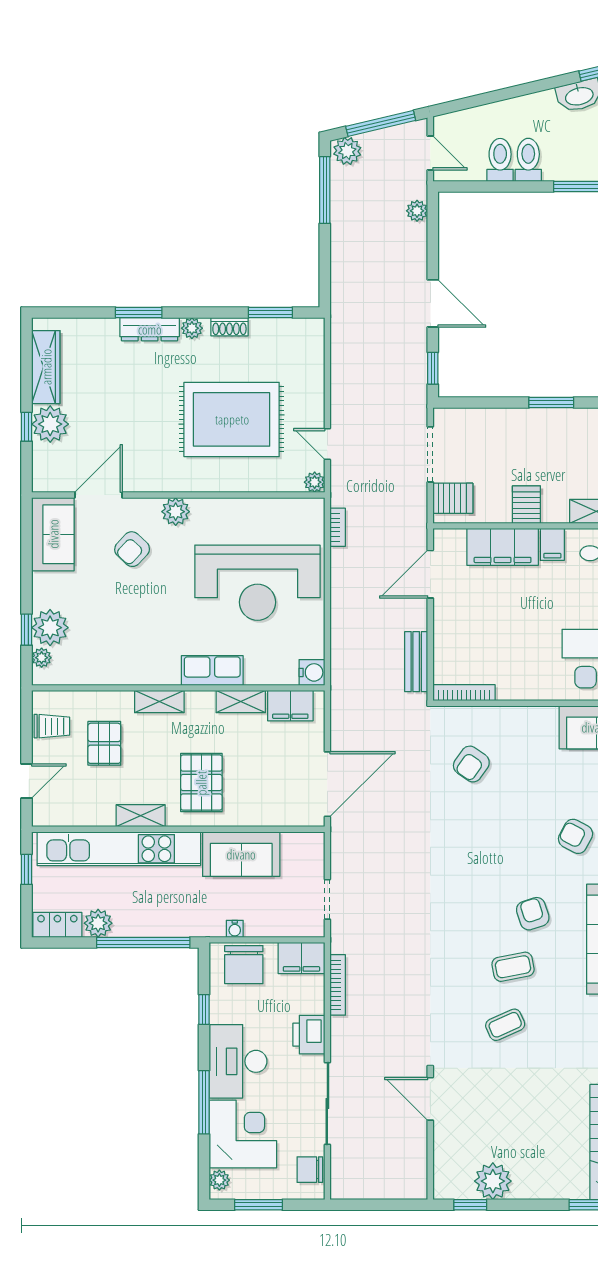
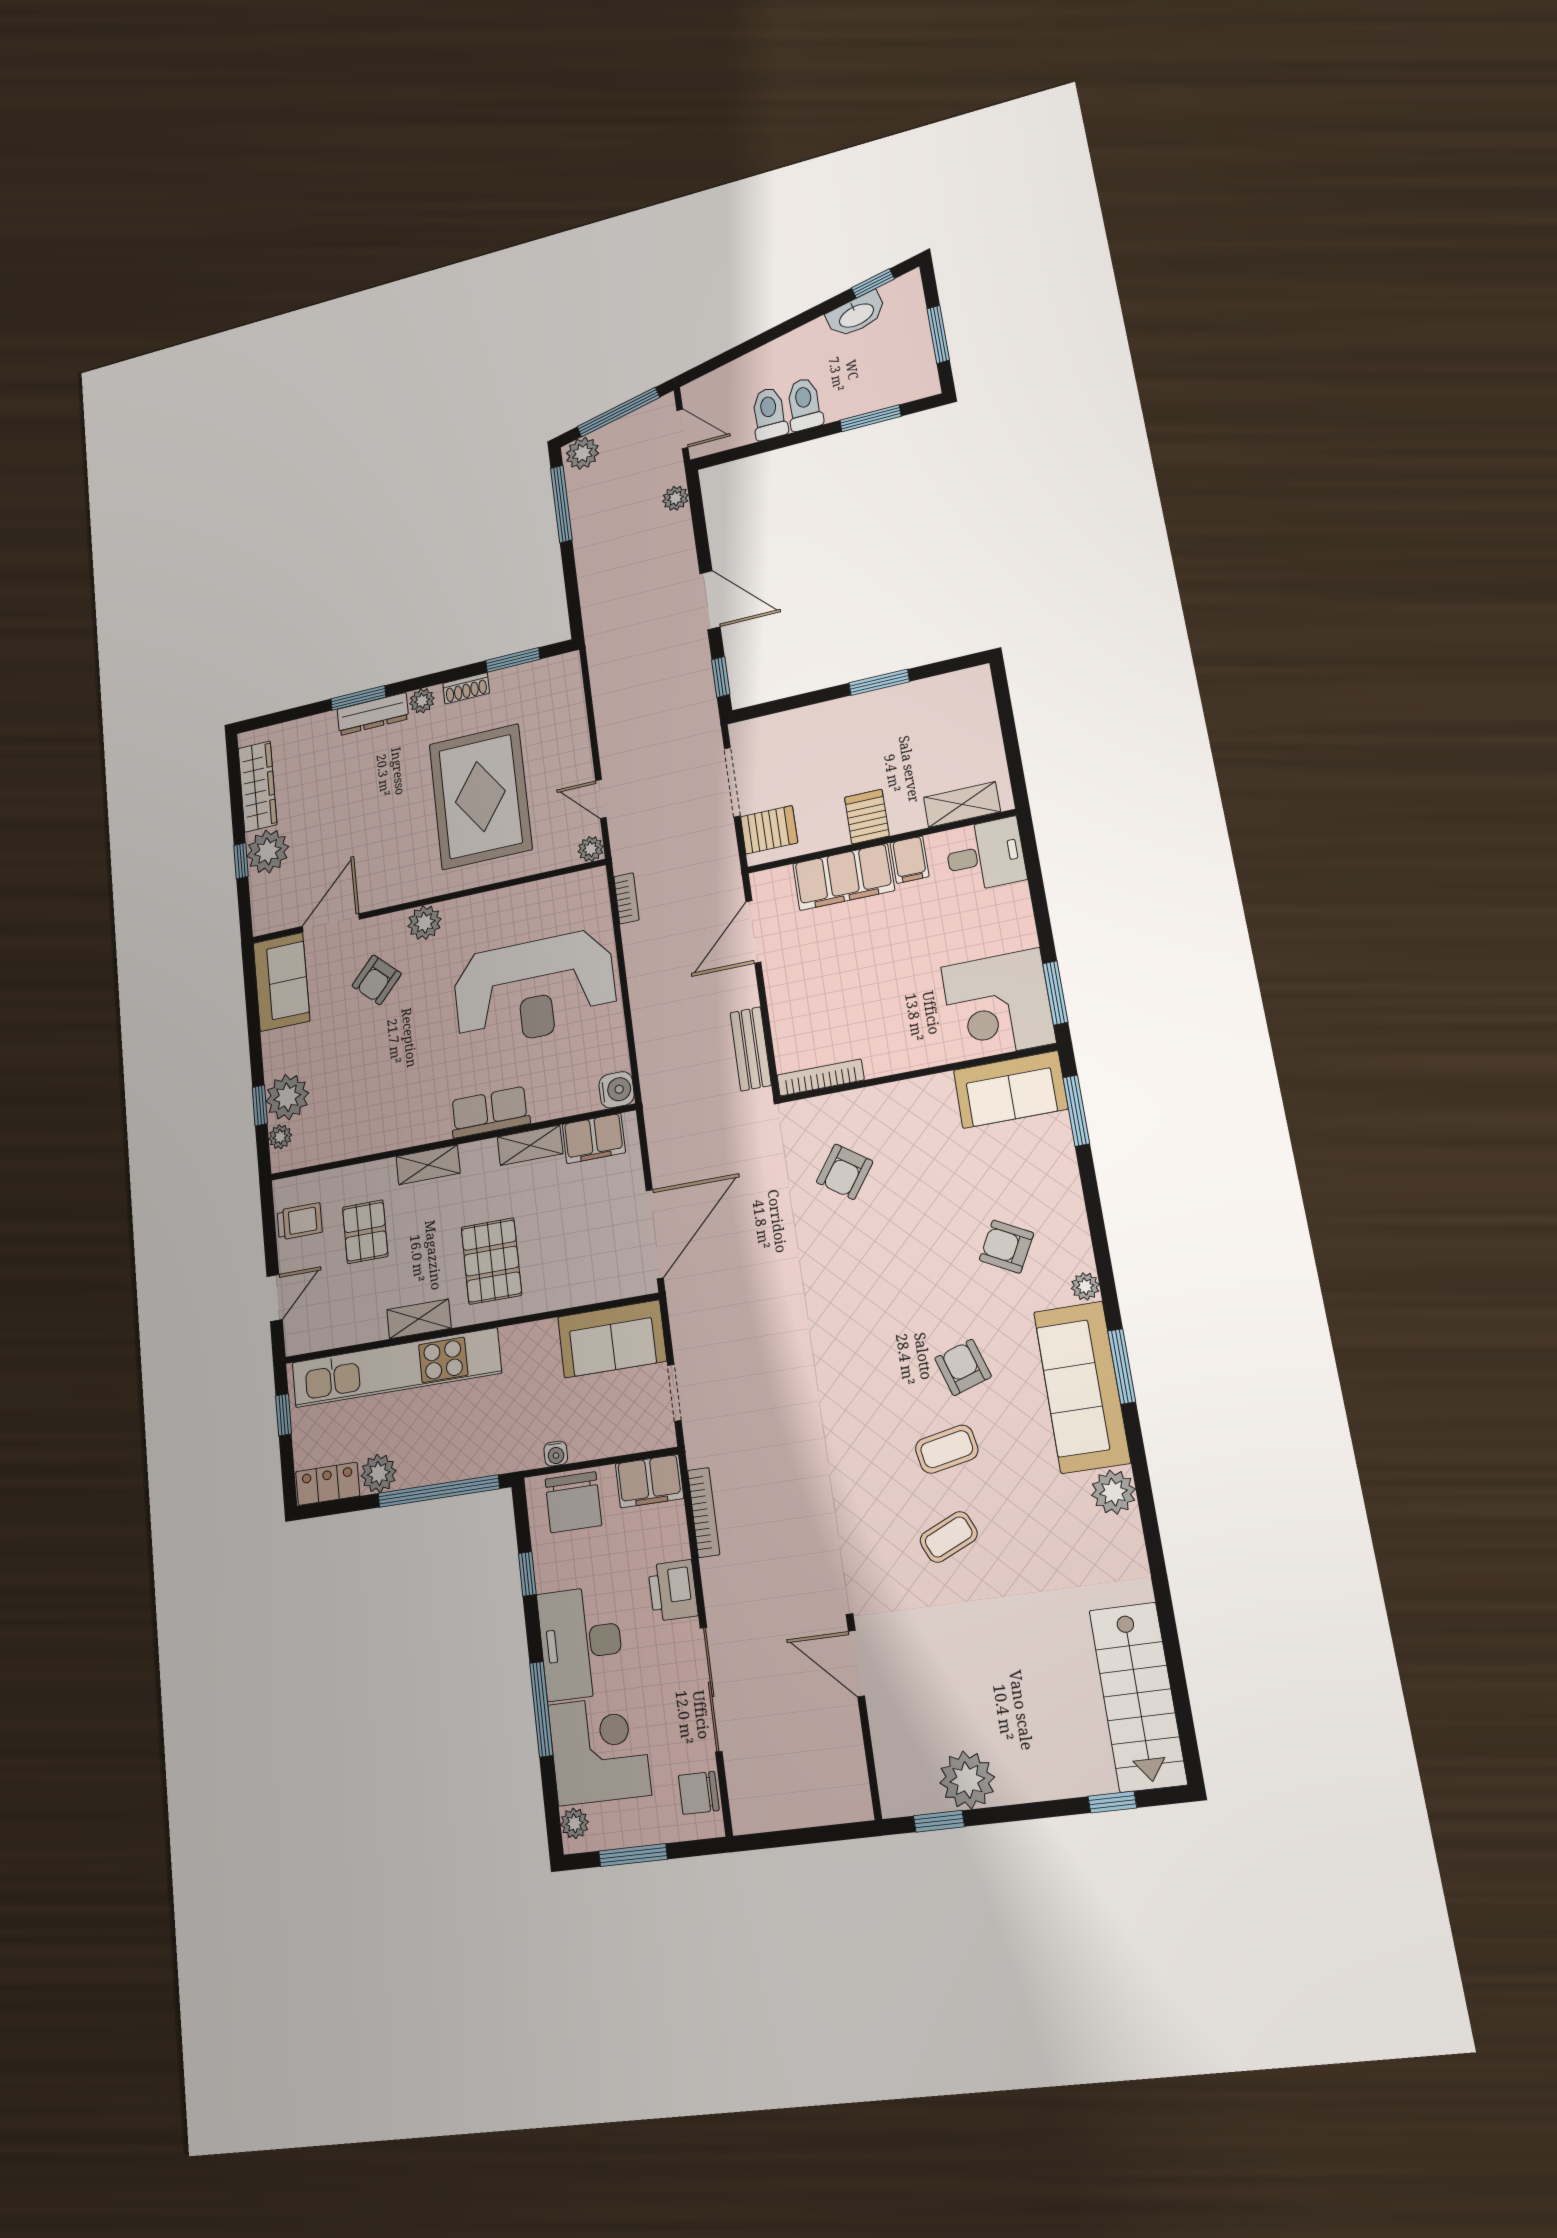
rug: (232, 419) -> (480, 797), turned 90
sofa: (241, 854) -> (612, 1339), moved

